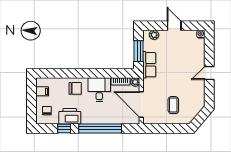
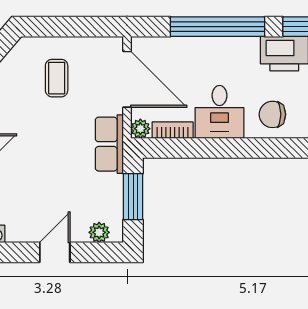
door: (174, 26) -> (55, 252), swing flipped
row of seats: (149, 65) -> (109, 144), moved

